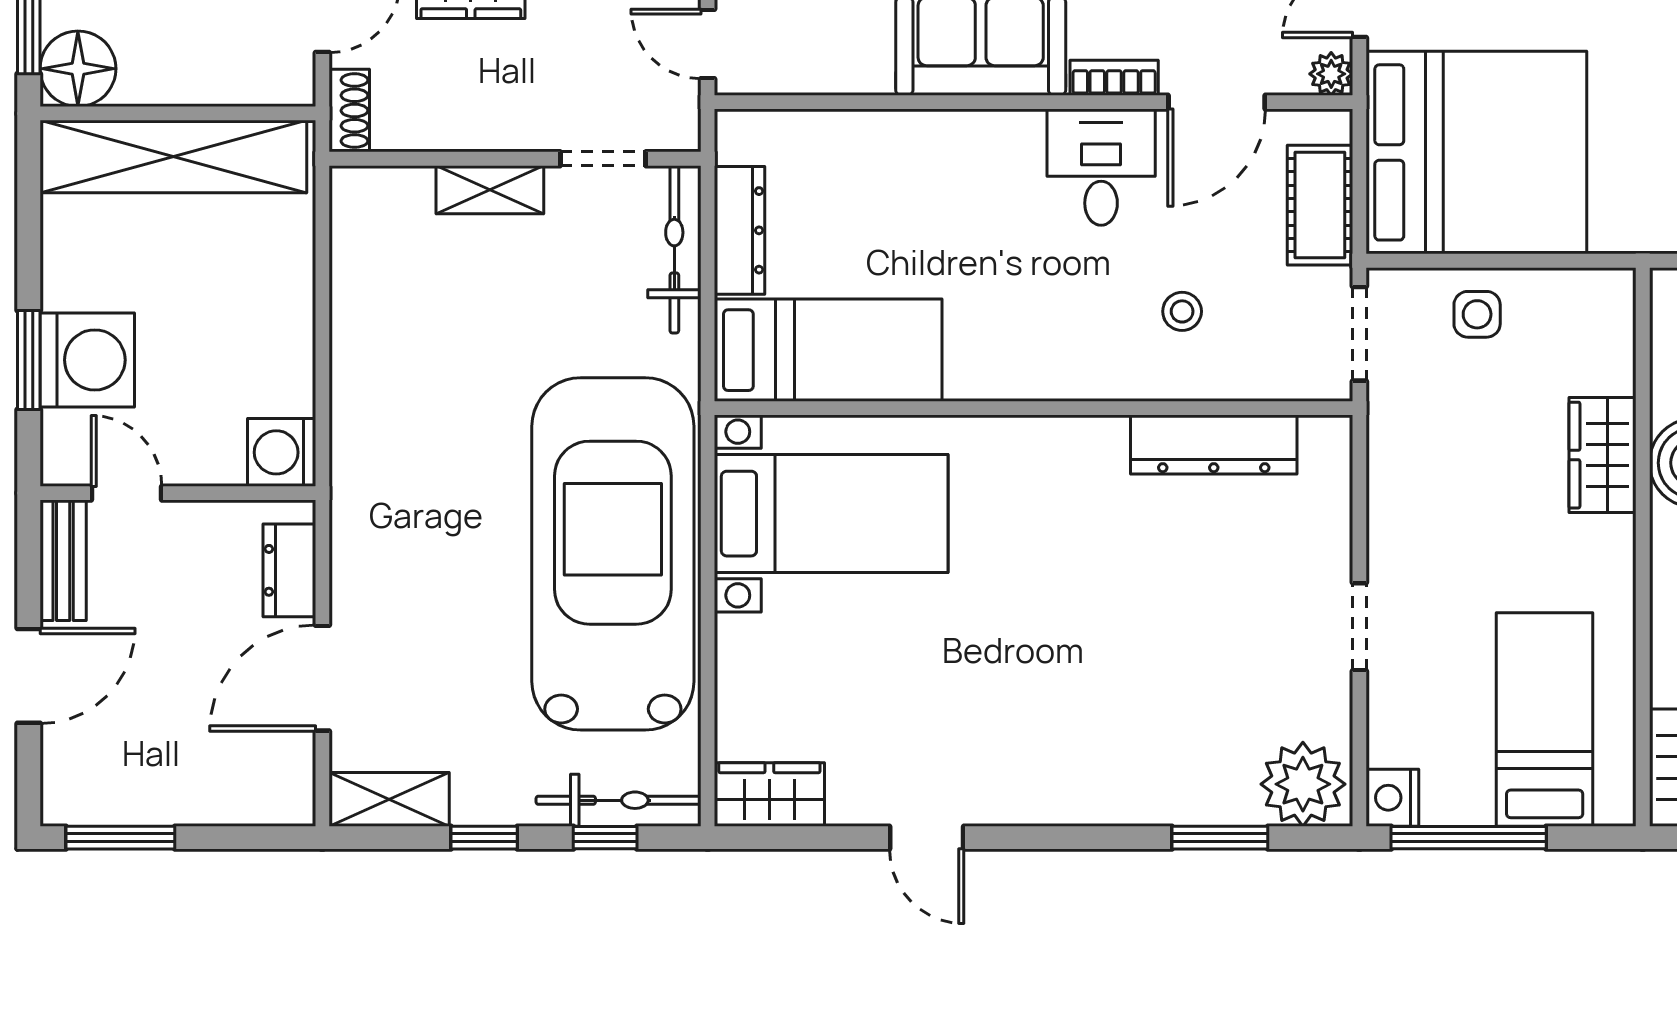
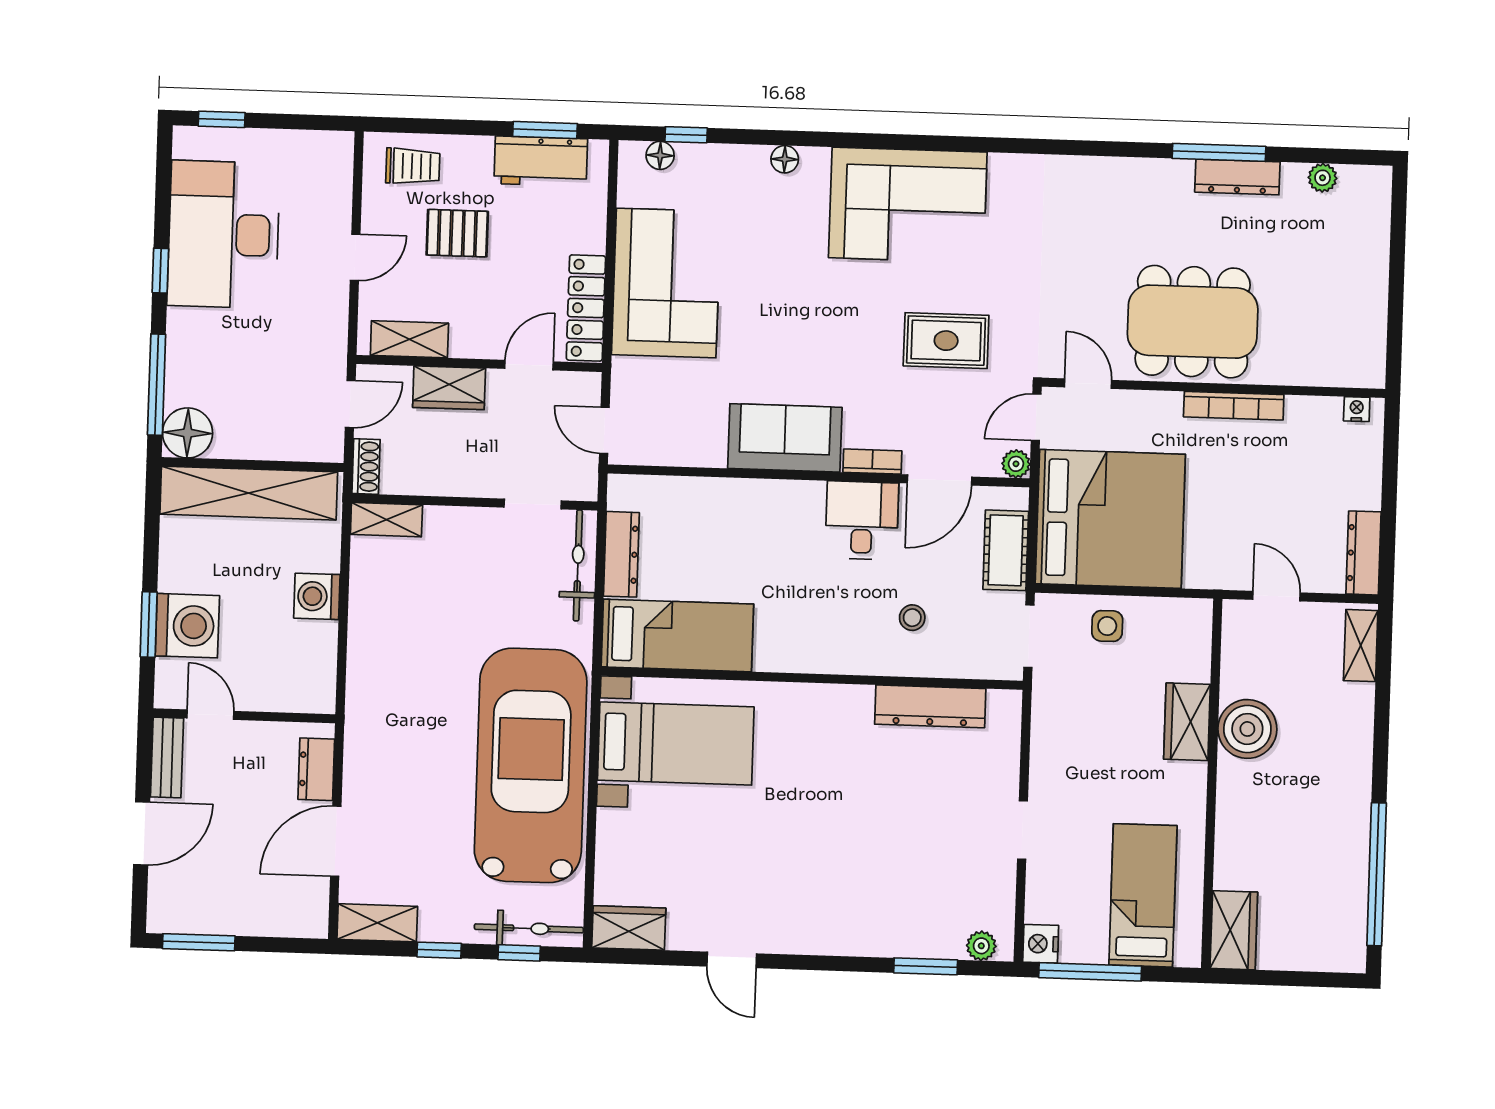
shelving: (490, 190) -> (386, 520), moved
washing machine: (282, 452) -> (317, 596), moved
plant: (1303, 784) -> (981, 946), width x0.53, depth x0.53

